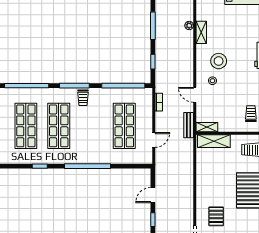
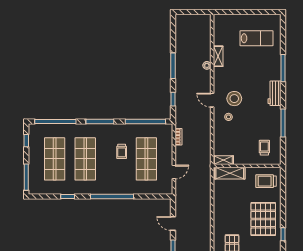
shelving: (201, 32) -> (218, 56), moved
door: (195, 95) -> (212, 100), moved
trolley: (83, 98) -> (122, 151), moved
bench: (189, 125) -> (206, 158), removed
door: (153, 195) -> (173, 224), hinge flipped

